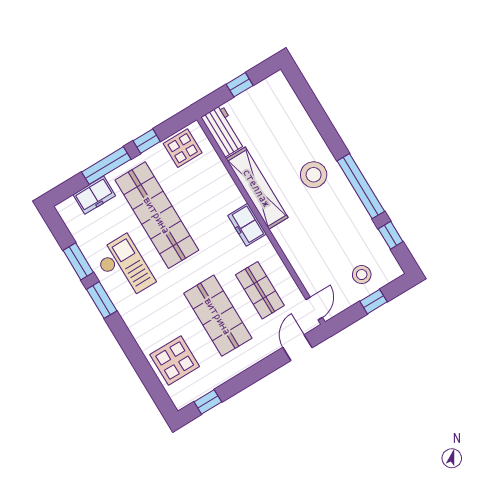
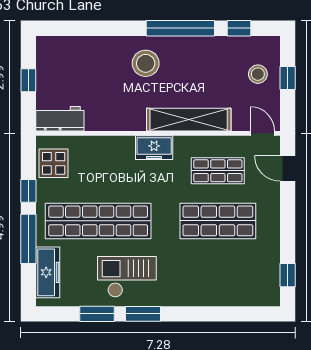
shelving: (257, 188) -> (189, 120), moved
freezer: (94, 195) -> (48, 272), width x1.40
display table: (175, 361) -> (234, 282), removed

